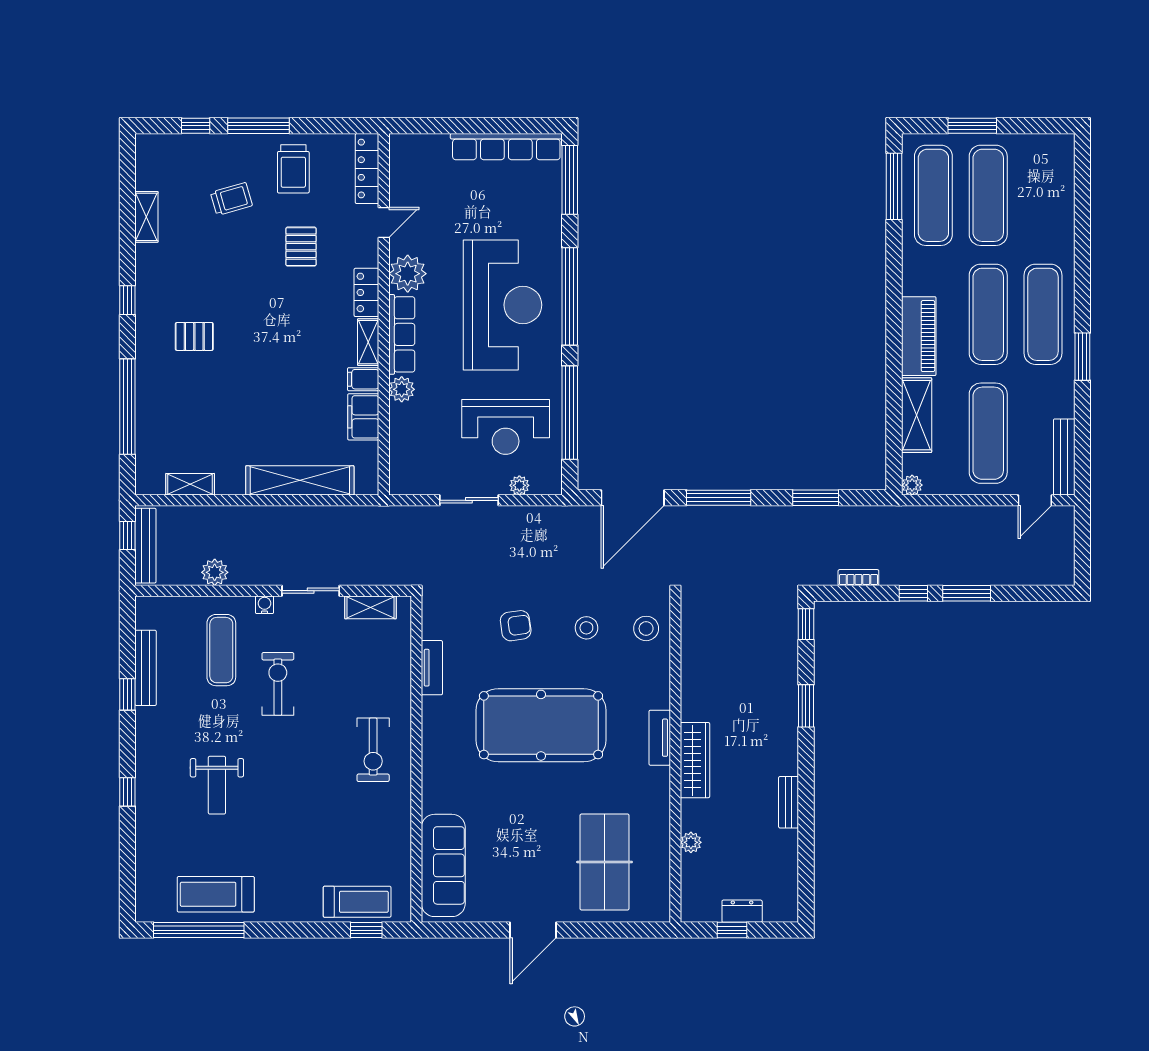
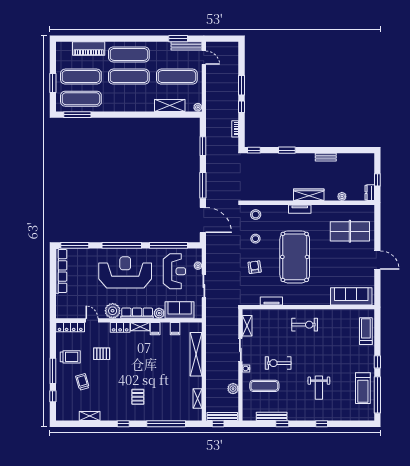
piano: (919, 336) -> (89, 49), moved, turned 180
window: (1082, 357) -> (178, 39), moved
filing cabinet: (363, 417) -> (175, 329), width x0.50
sofa: (409, 440) -> (180, 310), added
weight bench: (217, 785) -> (319, 388), turned 90
dresser: (742, 911) -> (370, 193), moved
window: (366, 930) -> (377, 362), moved

